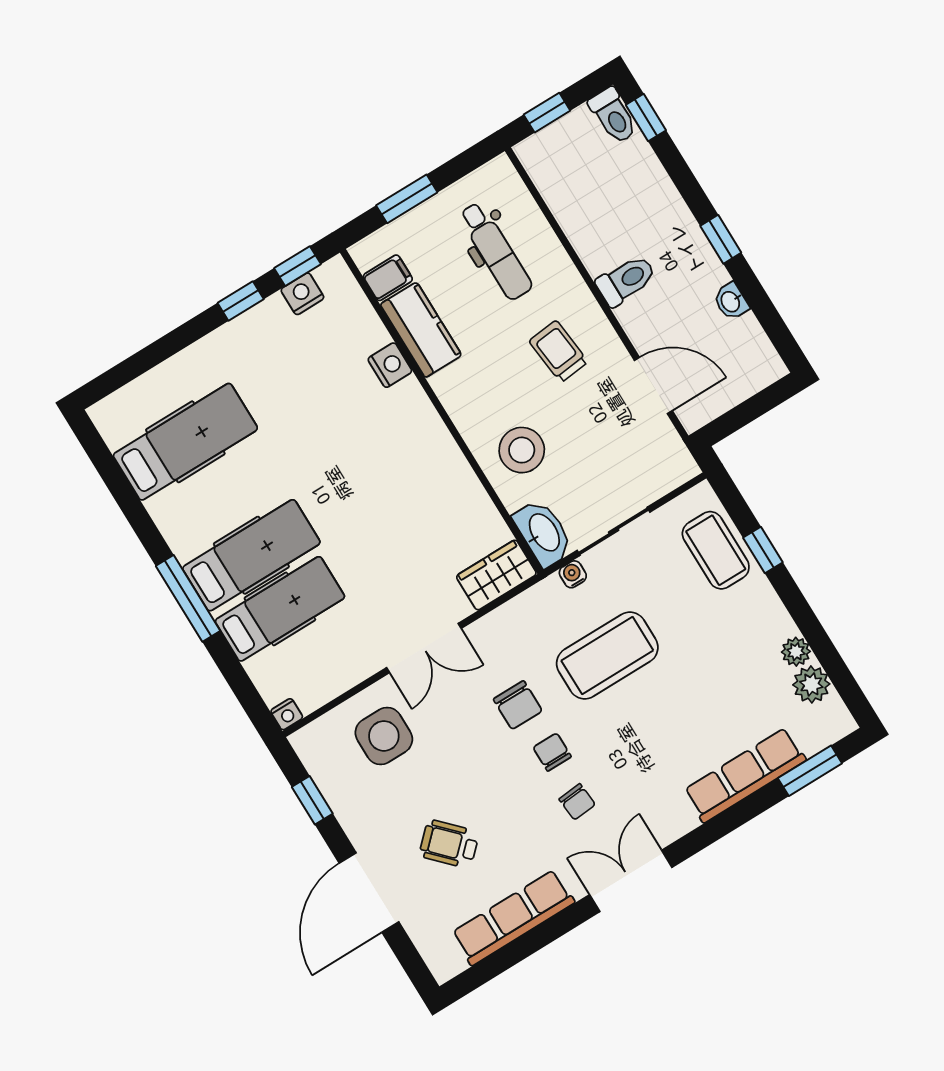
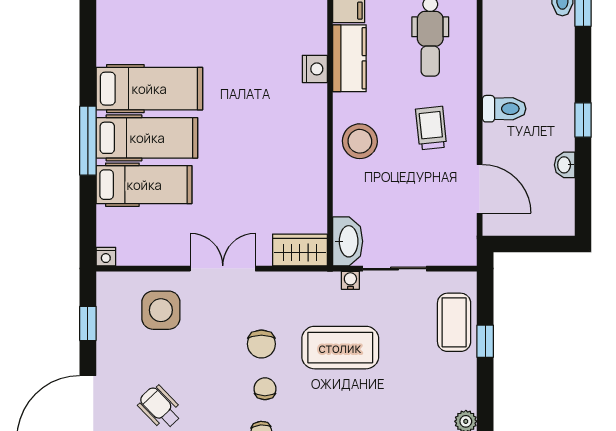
hospital bed: (185, 442) -> (149, 89), moved
stool: (522, 450) -> (360, 141), moved
double door: (424, 648) -> (223, 269), swing flipped

